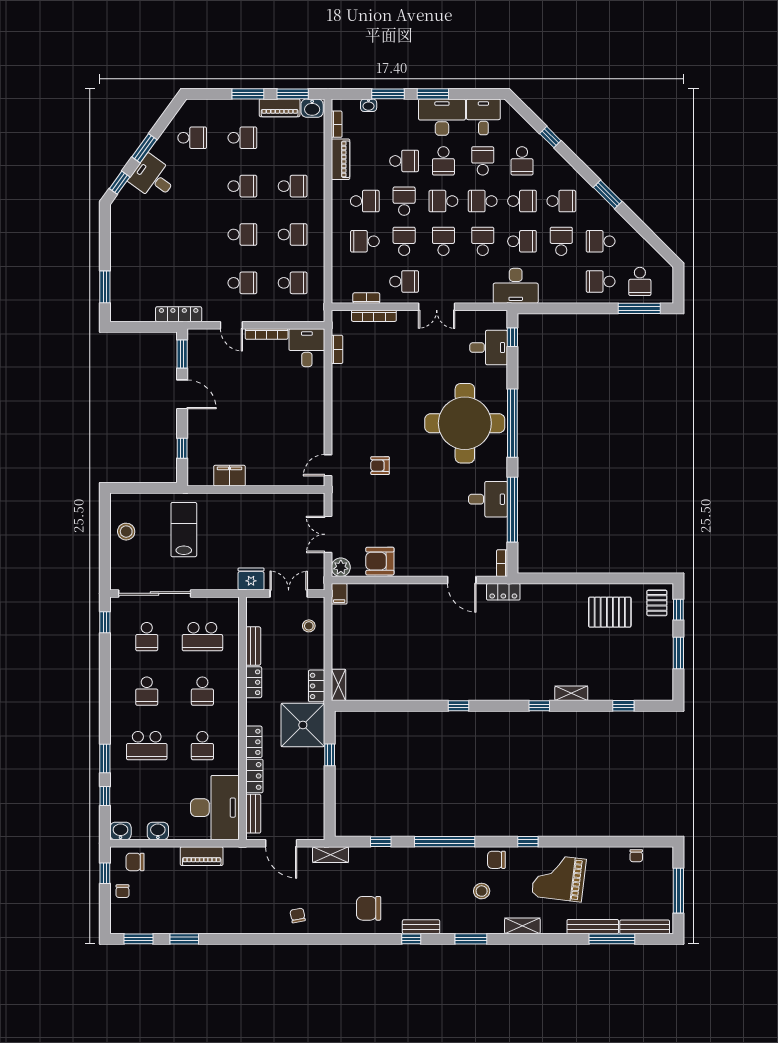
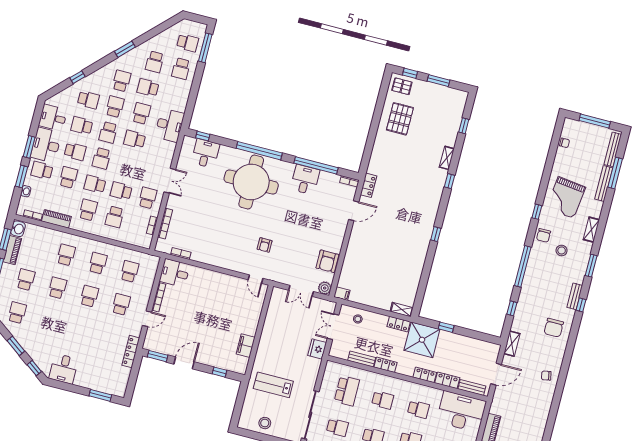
desk: (153, 178) -> (64, 369), moved, turned -36
school desk: (443, 241) -> (42, 170), moved

